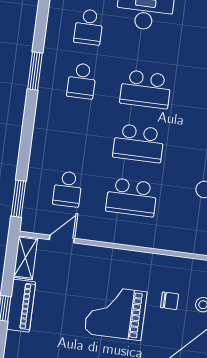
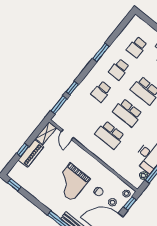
window: (24, 158) -> (72, 88), added
school desk: (68, 189) -> (101, 92), moved
door: (62, 239) -> (67, 135), swing flipped
grand piano: (116, 313) -> (71, 182), turned -90

